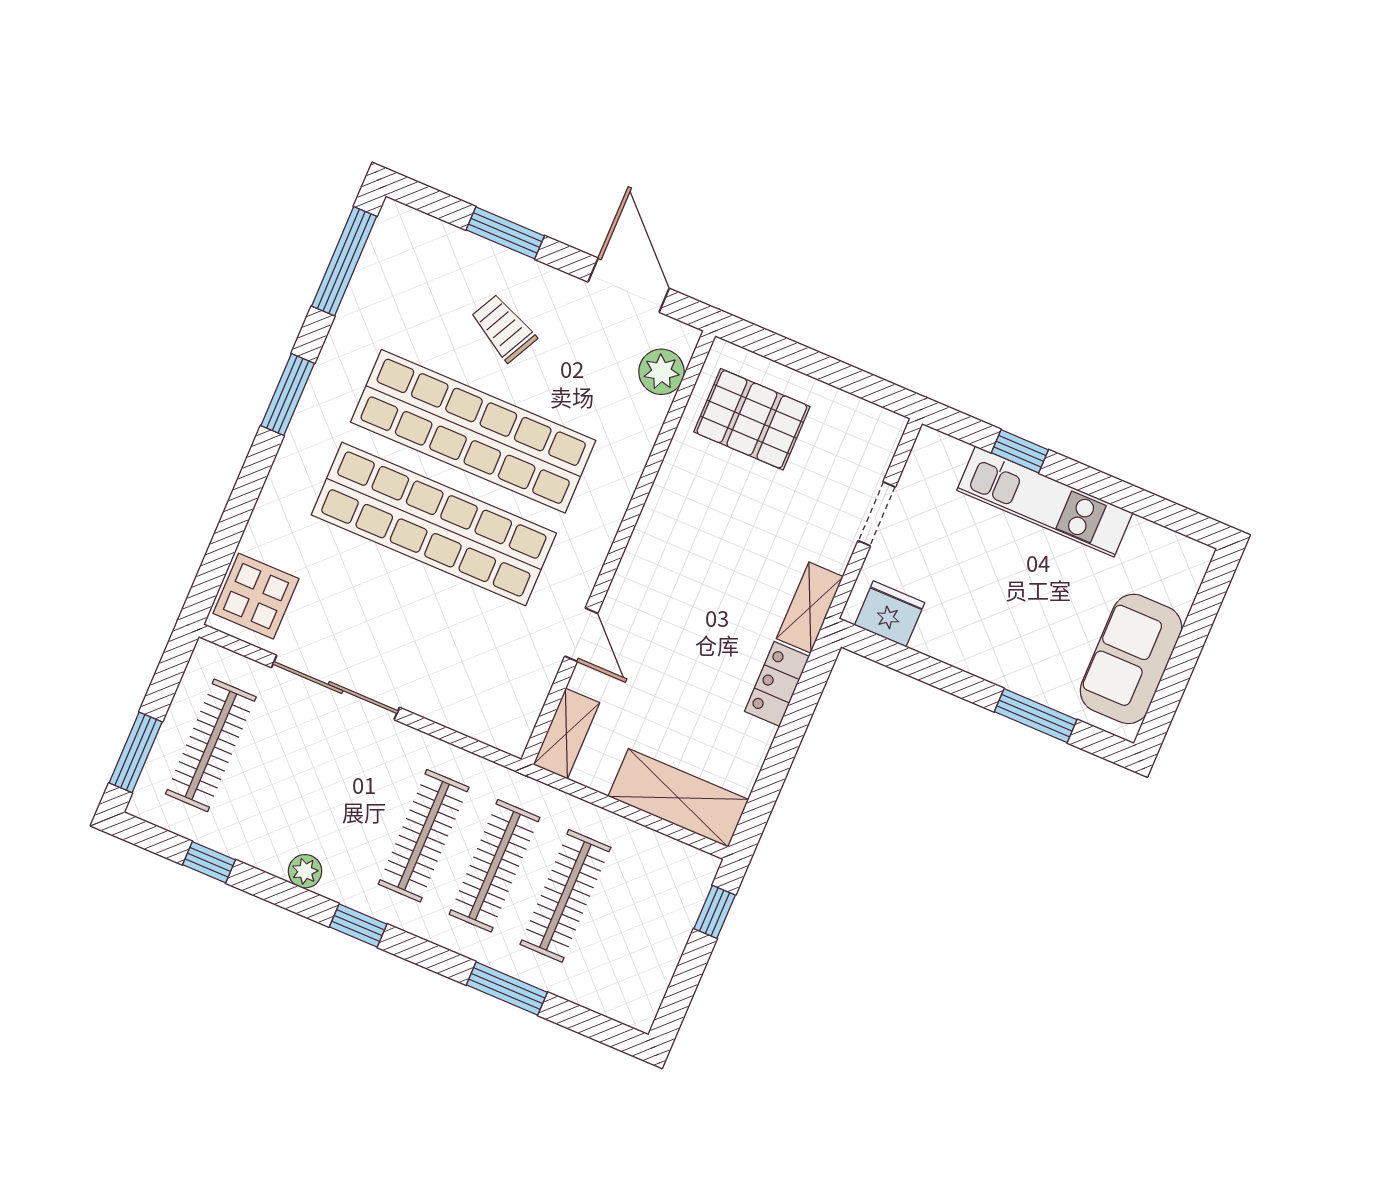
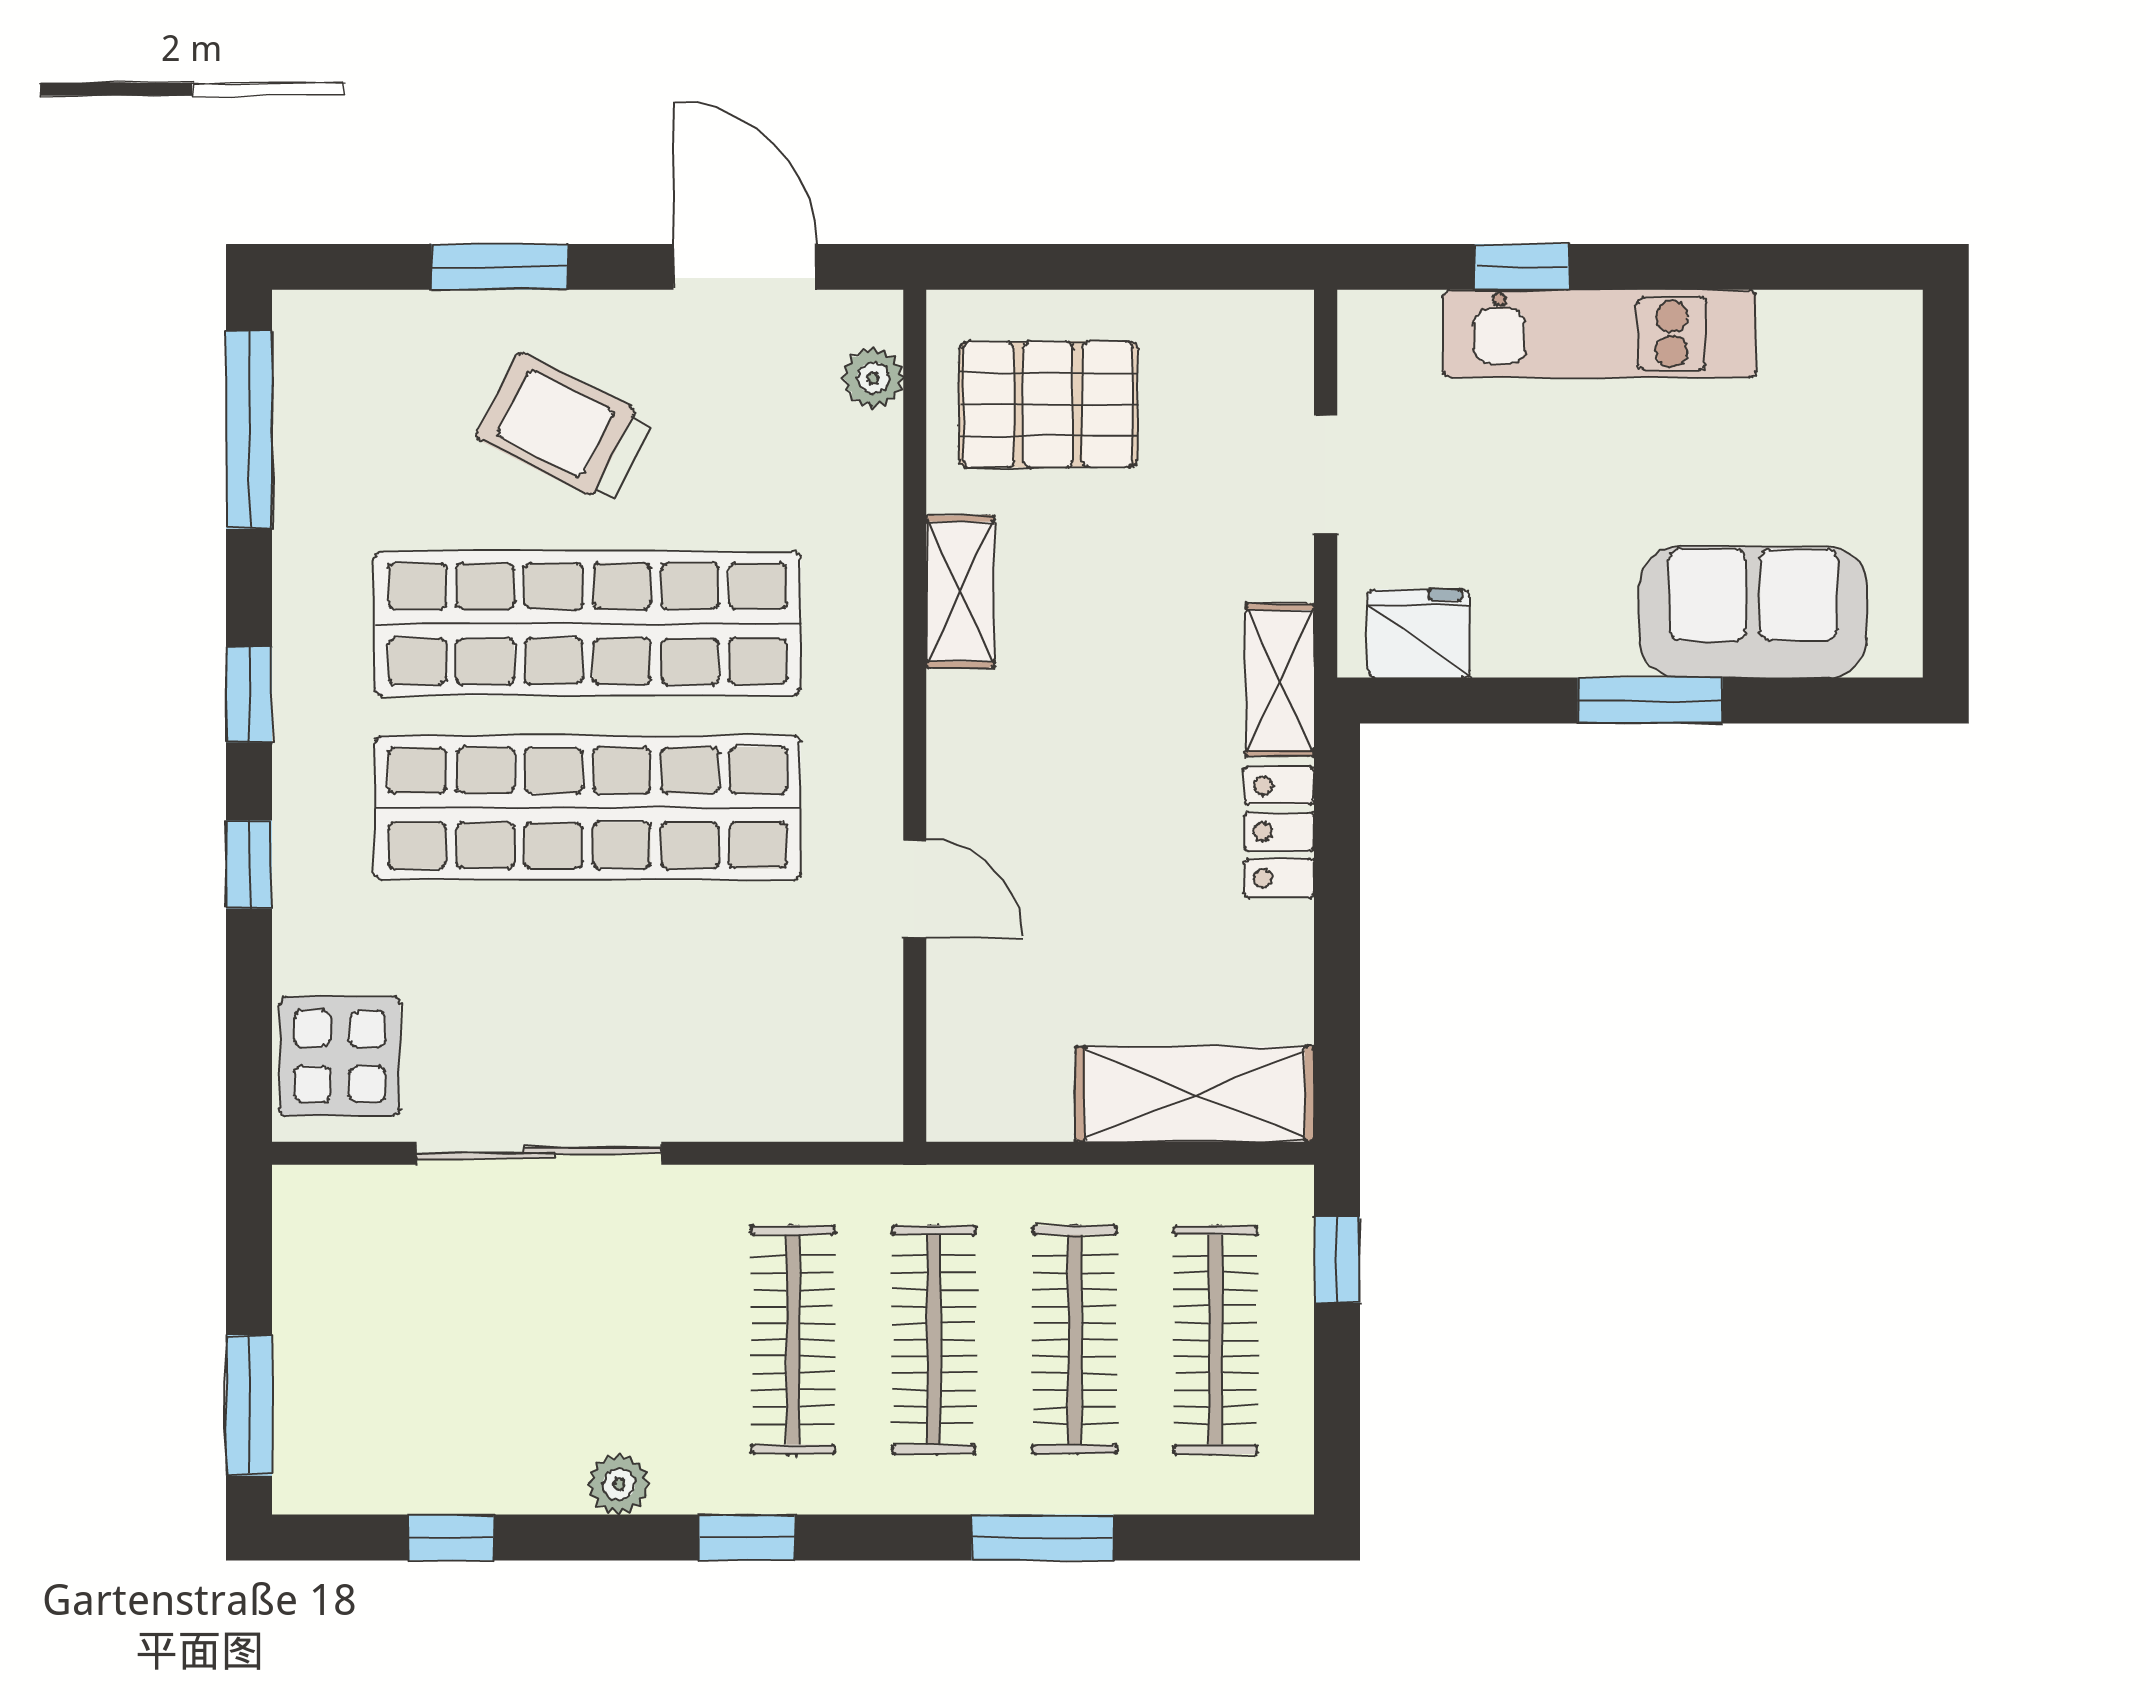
trolley: (504, 328) -> (565, 428), width x1.36, depth x1.39
plant: (661, 372) -> (873, 378), width x0.73, depth x0.73
window: (288, 395) -> (249, 694), width x0.67
window: (251, 480) -> (249, 864), added
sofa: (1131, 659) -> (1753, 612), moved, turned 90
window: (1036, 716) -> (1650, 701), moved
shelving: (566, 734) -> (960, 591), moved
clothes rail: (211, 745) -> (1216, 1340), moved

